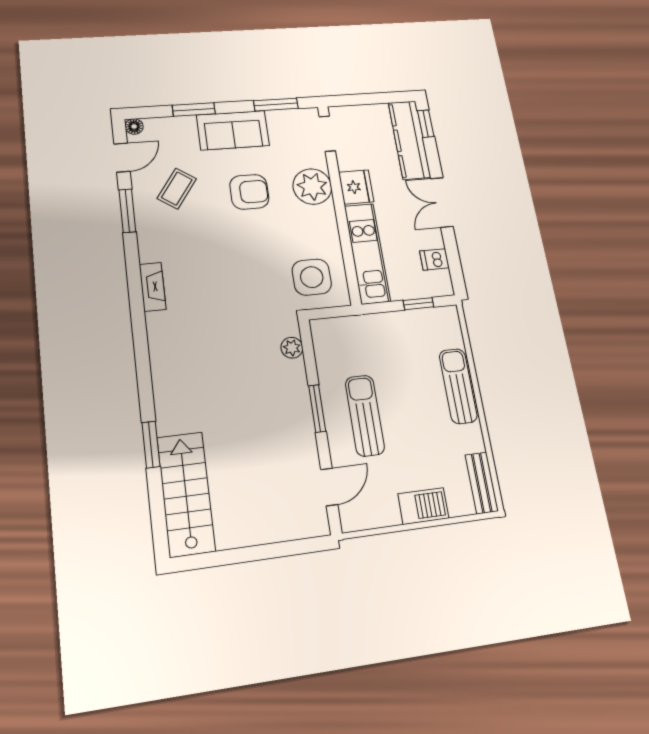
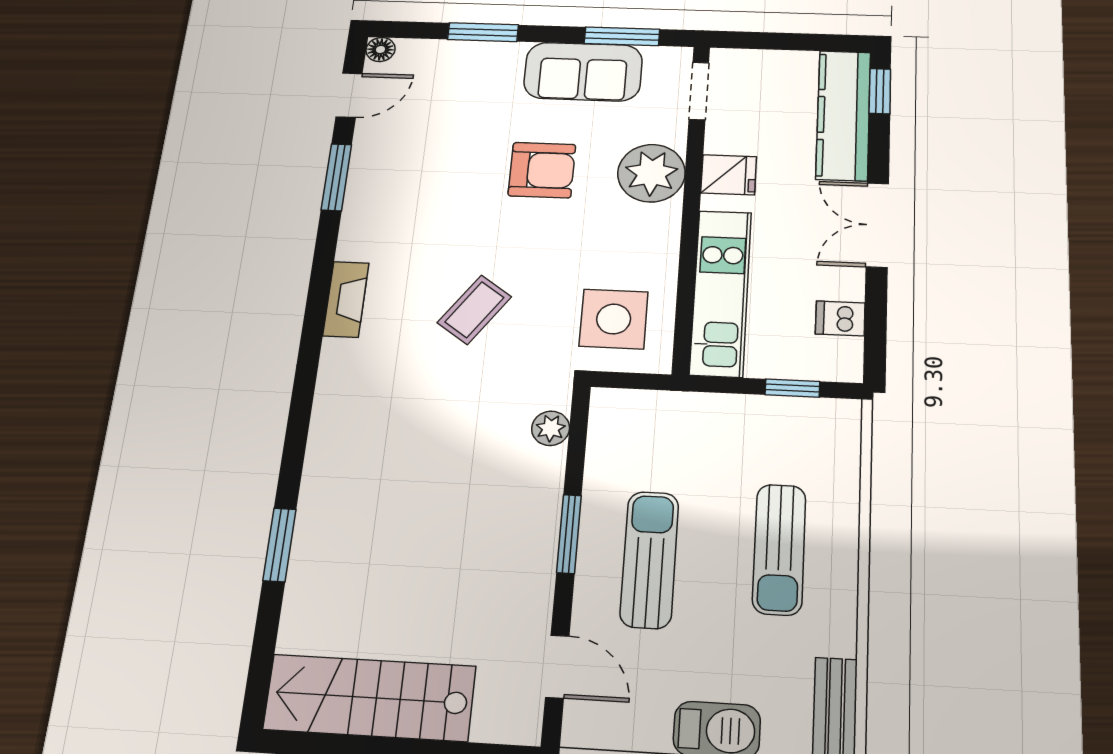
sofa: (233, 130) -> (583, 72), moved
fridge: (356, 187) -> (729, 175), width x0.72
coffee table: (177, 189) -> (474, 310), moved
sun lounger: (458, 386) -> (779, 549), moved, turned 180
door: (329, 487) -> (557, 667), hinge flipped
stairs: (186, 494) -> (370, 698), moved, turned -90

